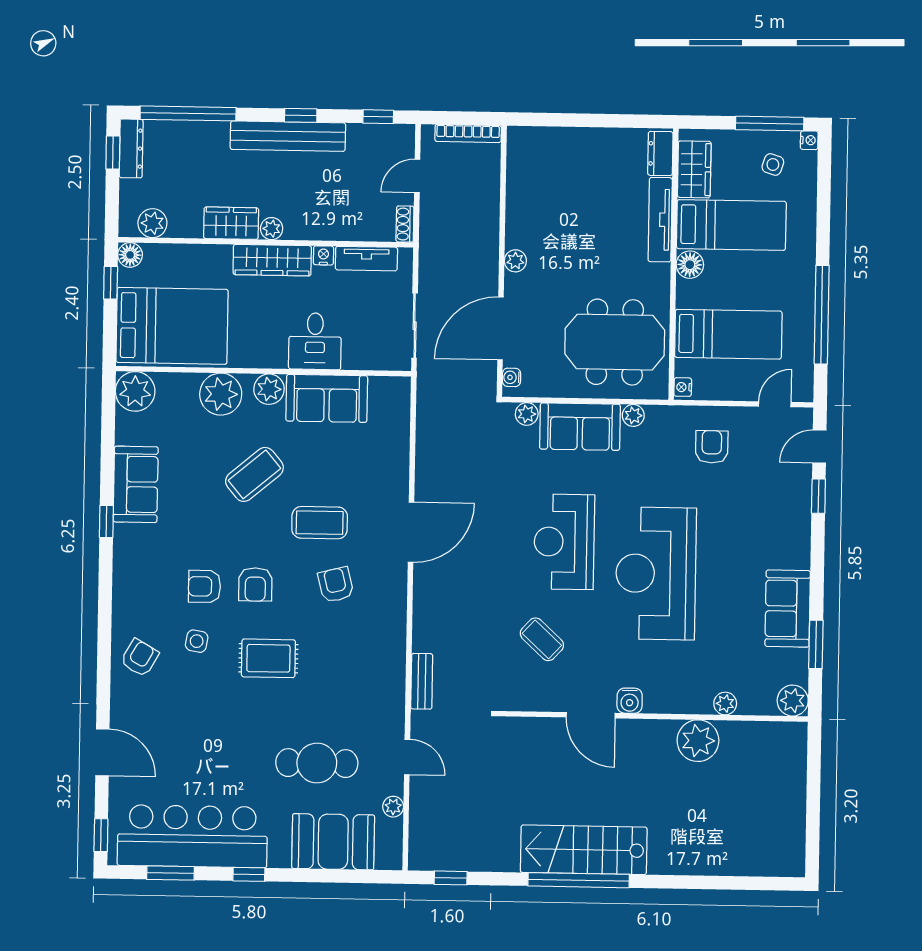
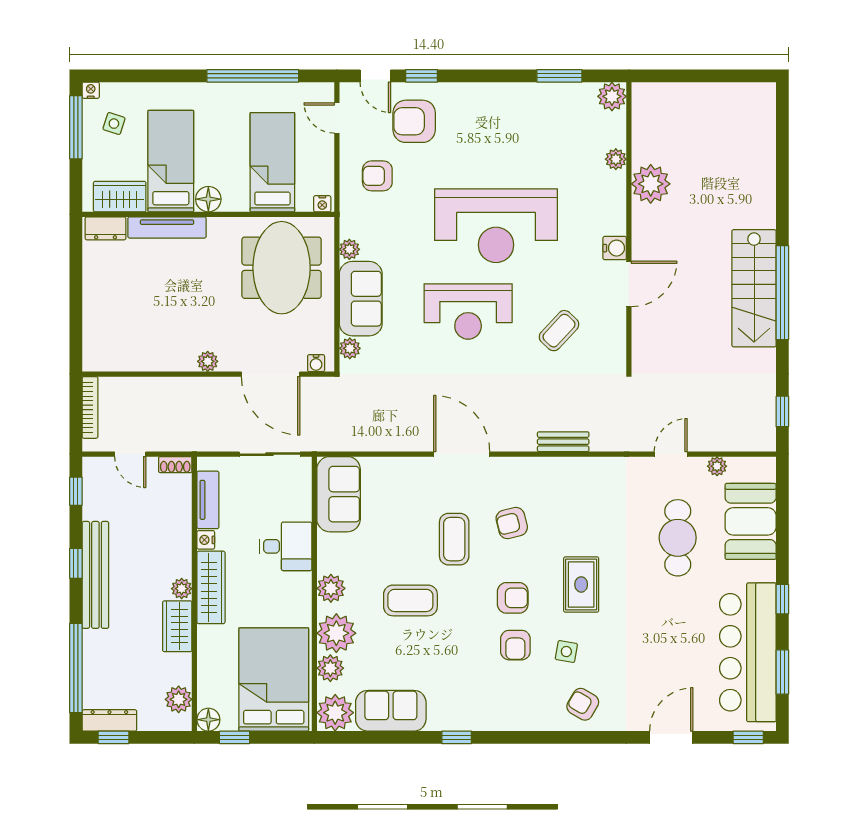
plant: (183, 387) -> (330, 668), added
sofa: (327, 398) -> (339, 494), moved
coffee table: (254, 474) -> (410, 600), turned -50
sofa: (136, 484) -> (391, 711), moved
armchair: (770, 487) -> (414, 121), added
sofa: (788, 609) -> (526, 103), removed
bench: (422, 681) -> (563, 442), moved

